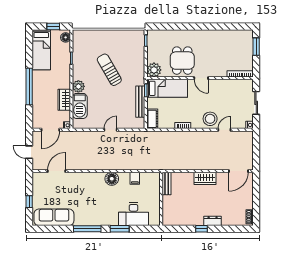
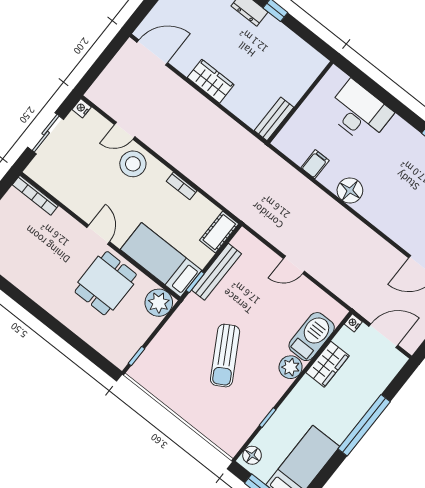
window: (120, 229) -> (397, 107), removed

